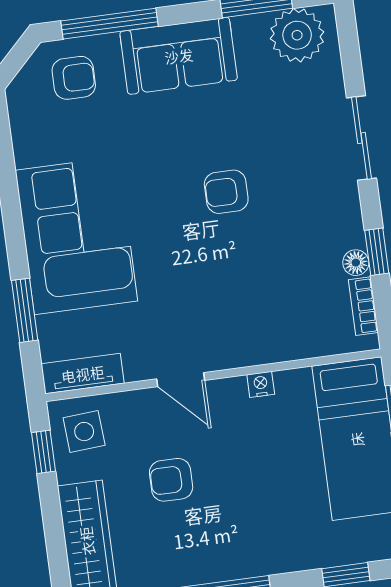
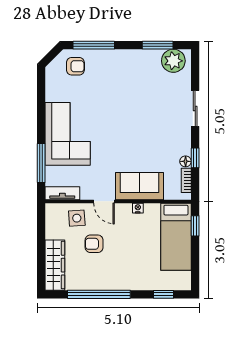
sofa: (179, 56) -> (139, 186), moved, turned 180
armchair: (226, 192) -> (134, 124), removed
window: (25, 310) -> (41, 163), width x1.44
side table: (84, 432) -> (77, 218), moved
window: (43, 452) -> (41, 225), removed

